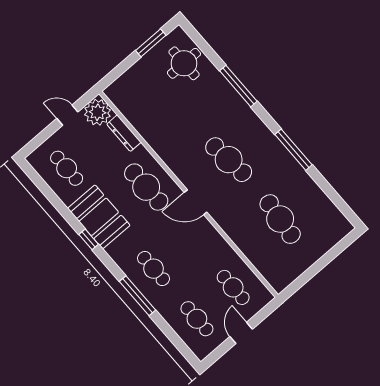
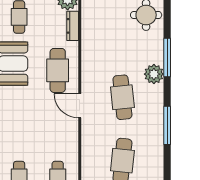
plant: (239, 112) -> (154, 74), added
cafe table: (153, 269) -> (19, 124), removed

